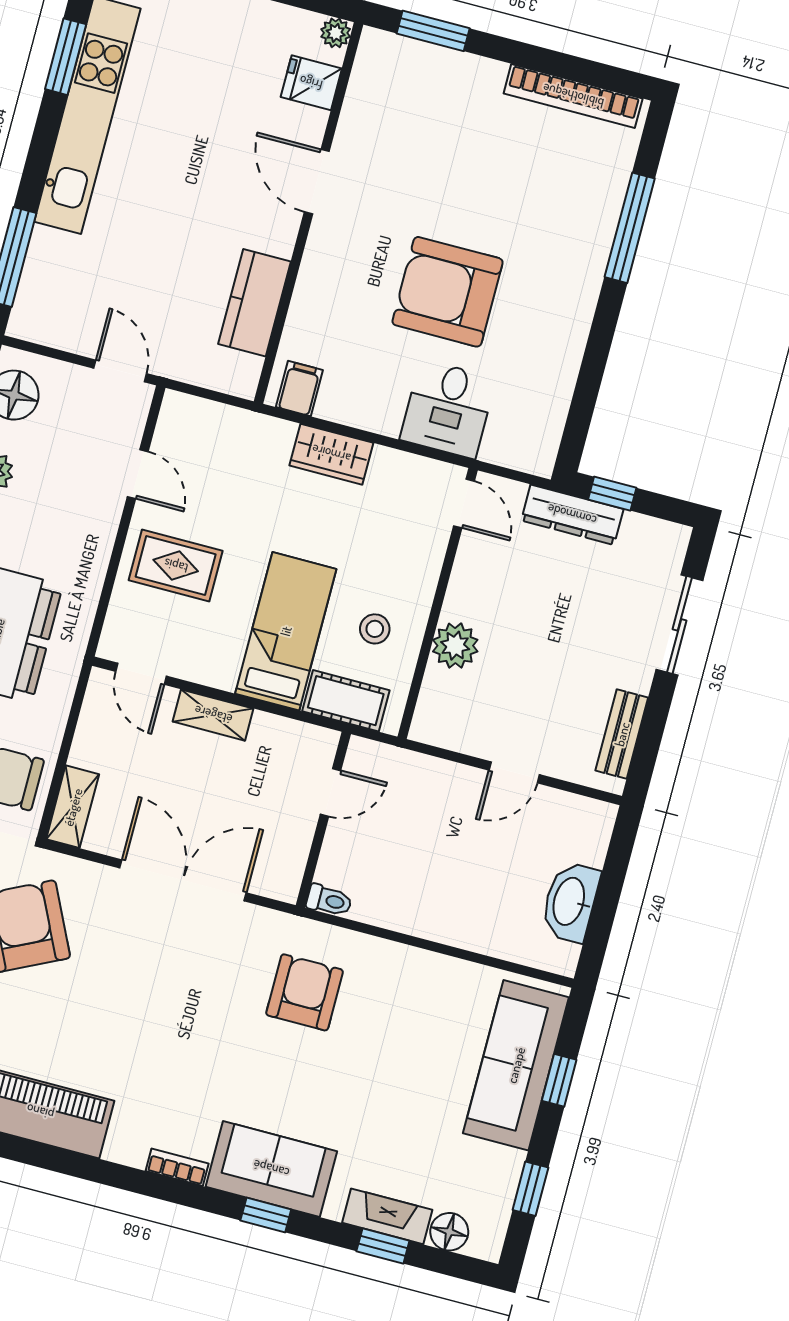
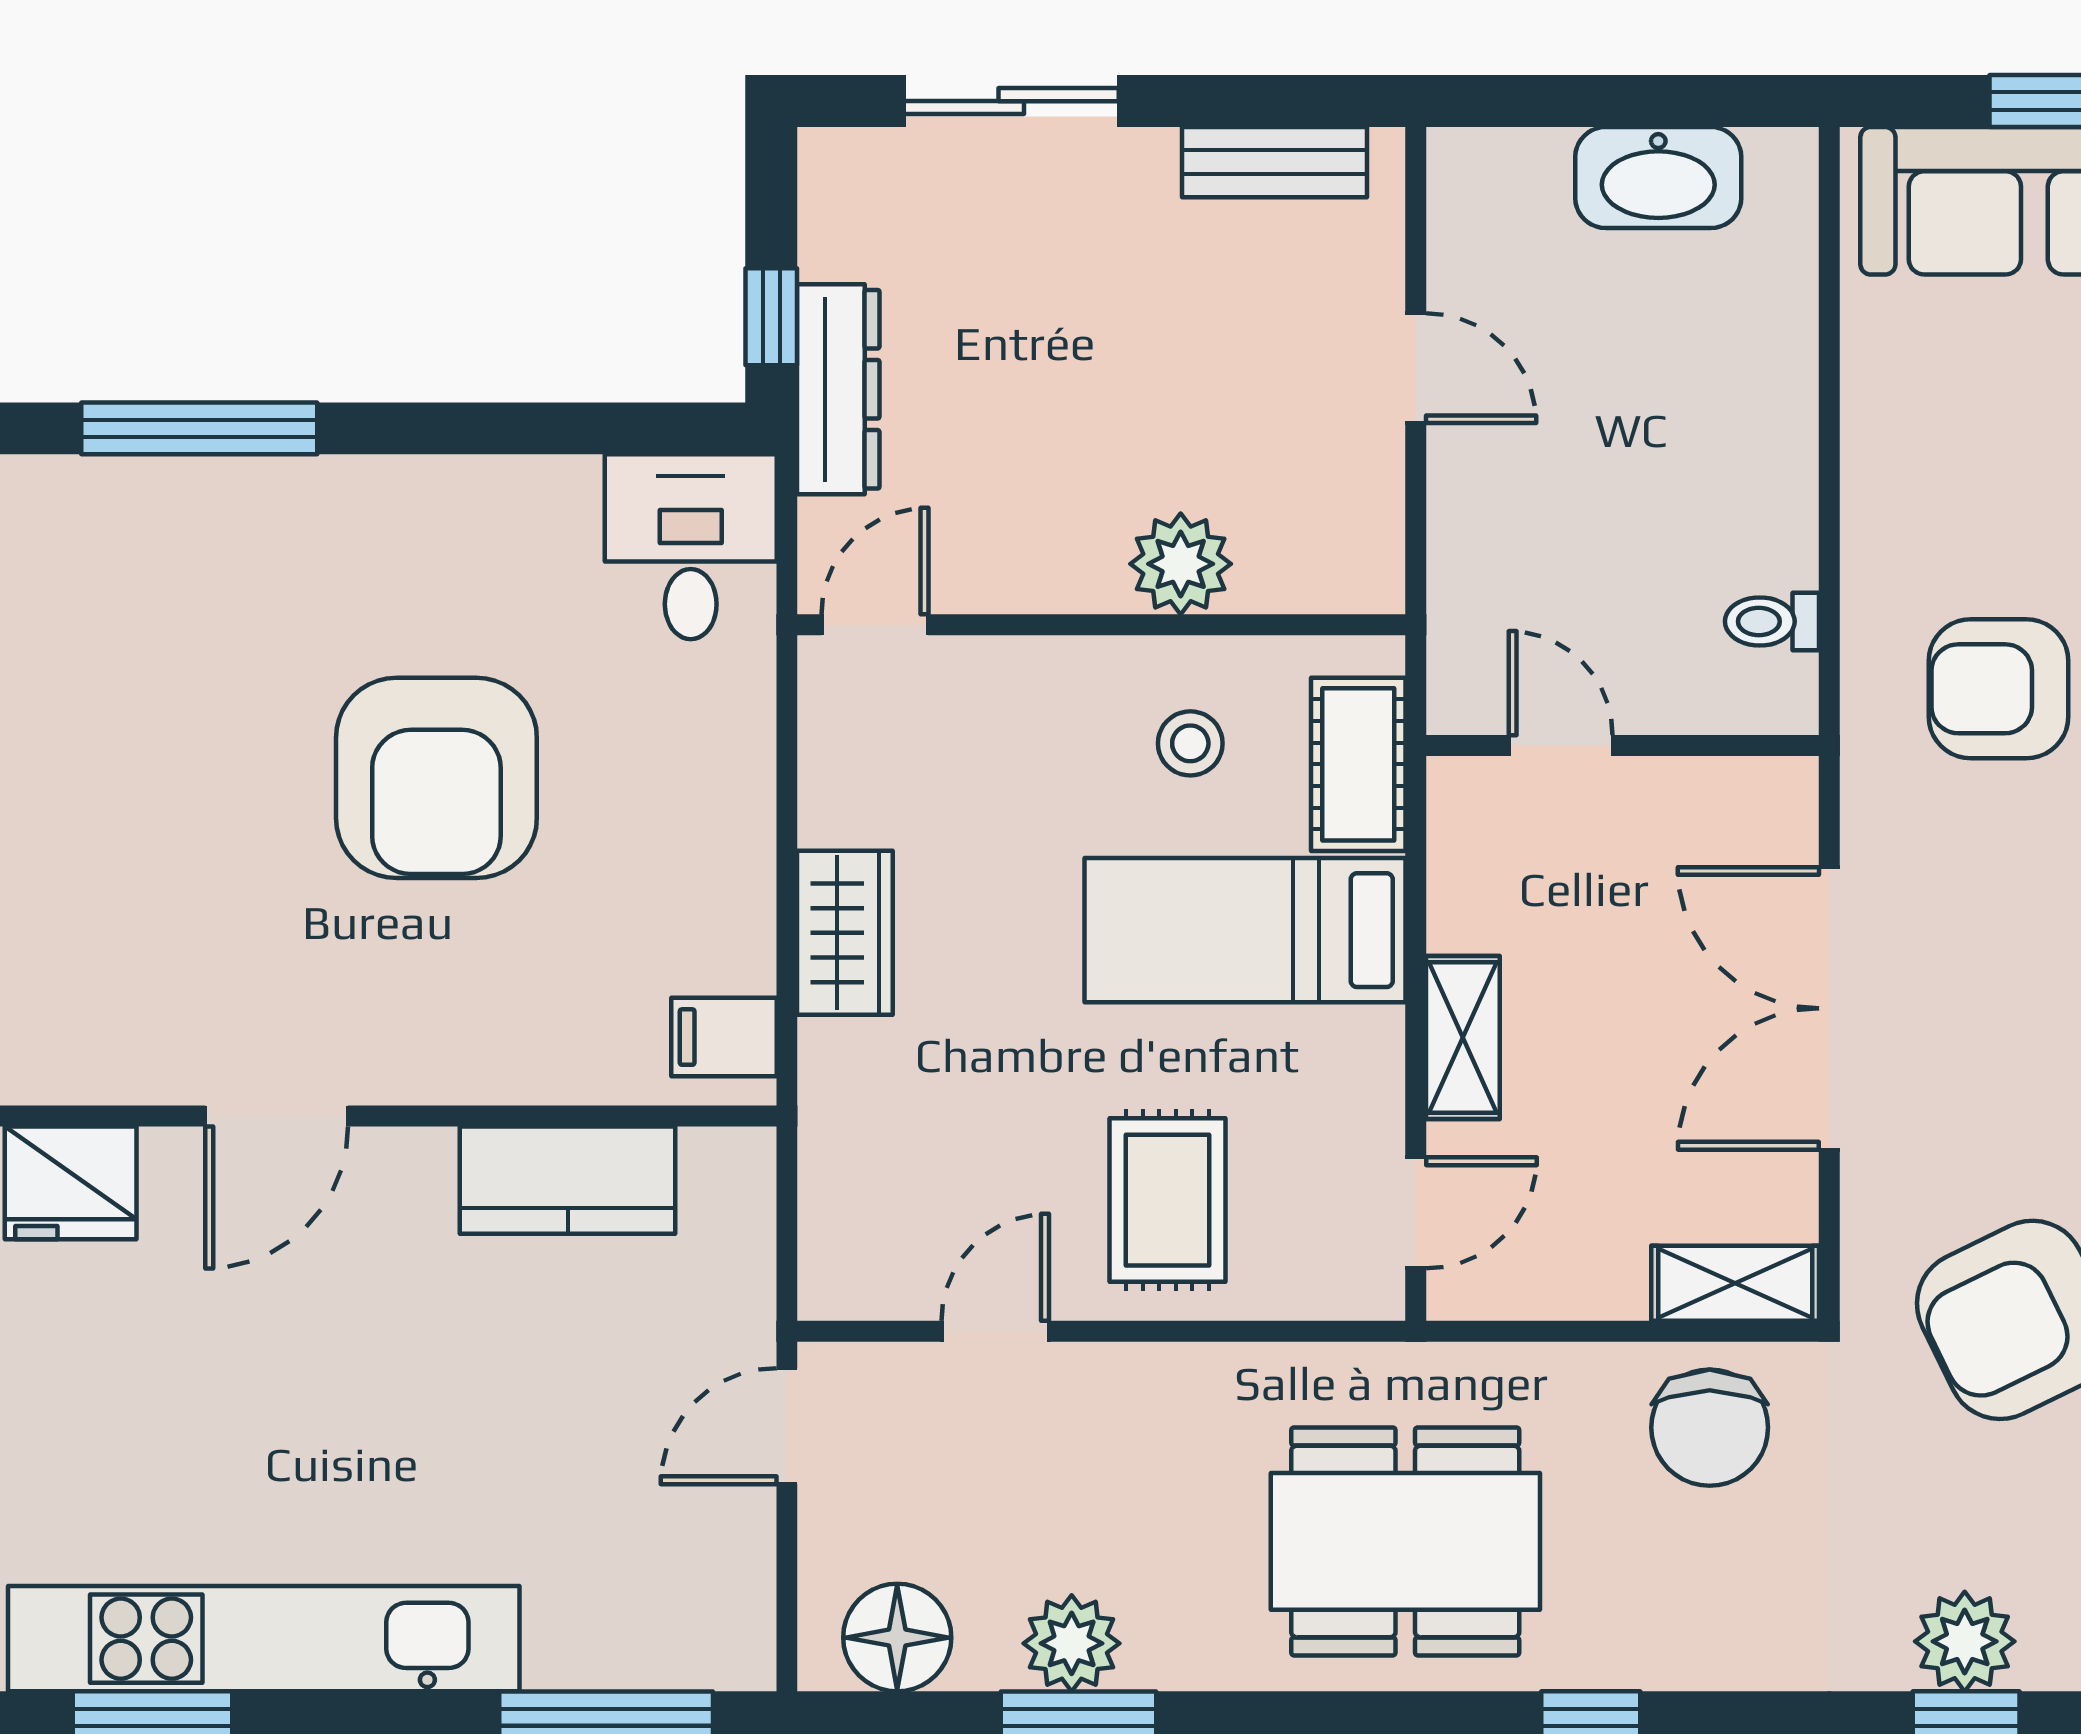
fridge: (311, 83) -> (71, 1183), width x1.38
desk: (448, 409) -> (691, 547), moved, turned -90
toilet: (329, 900) -> (1772, 621), moved, turned -90

